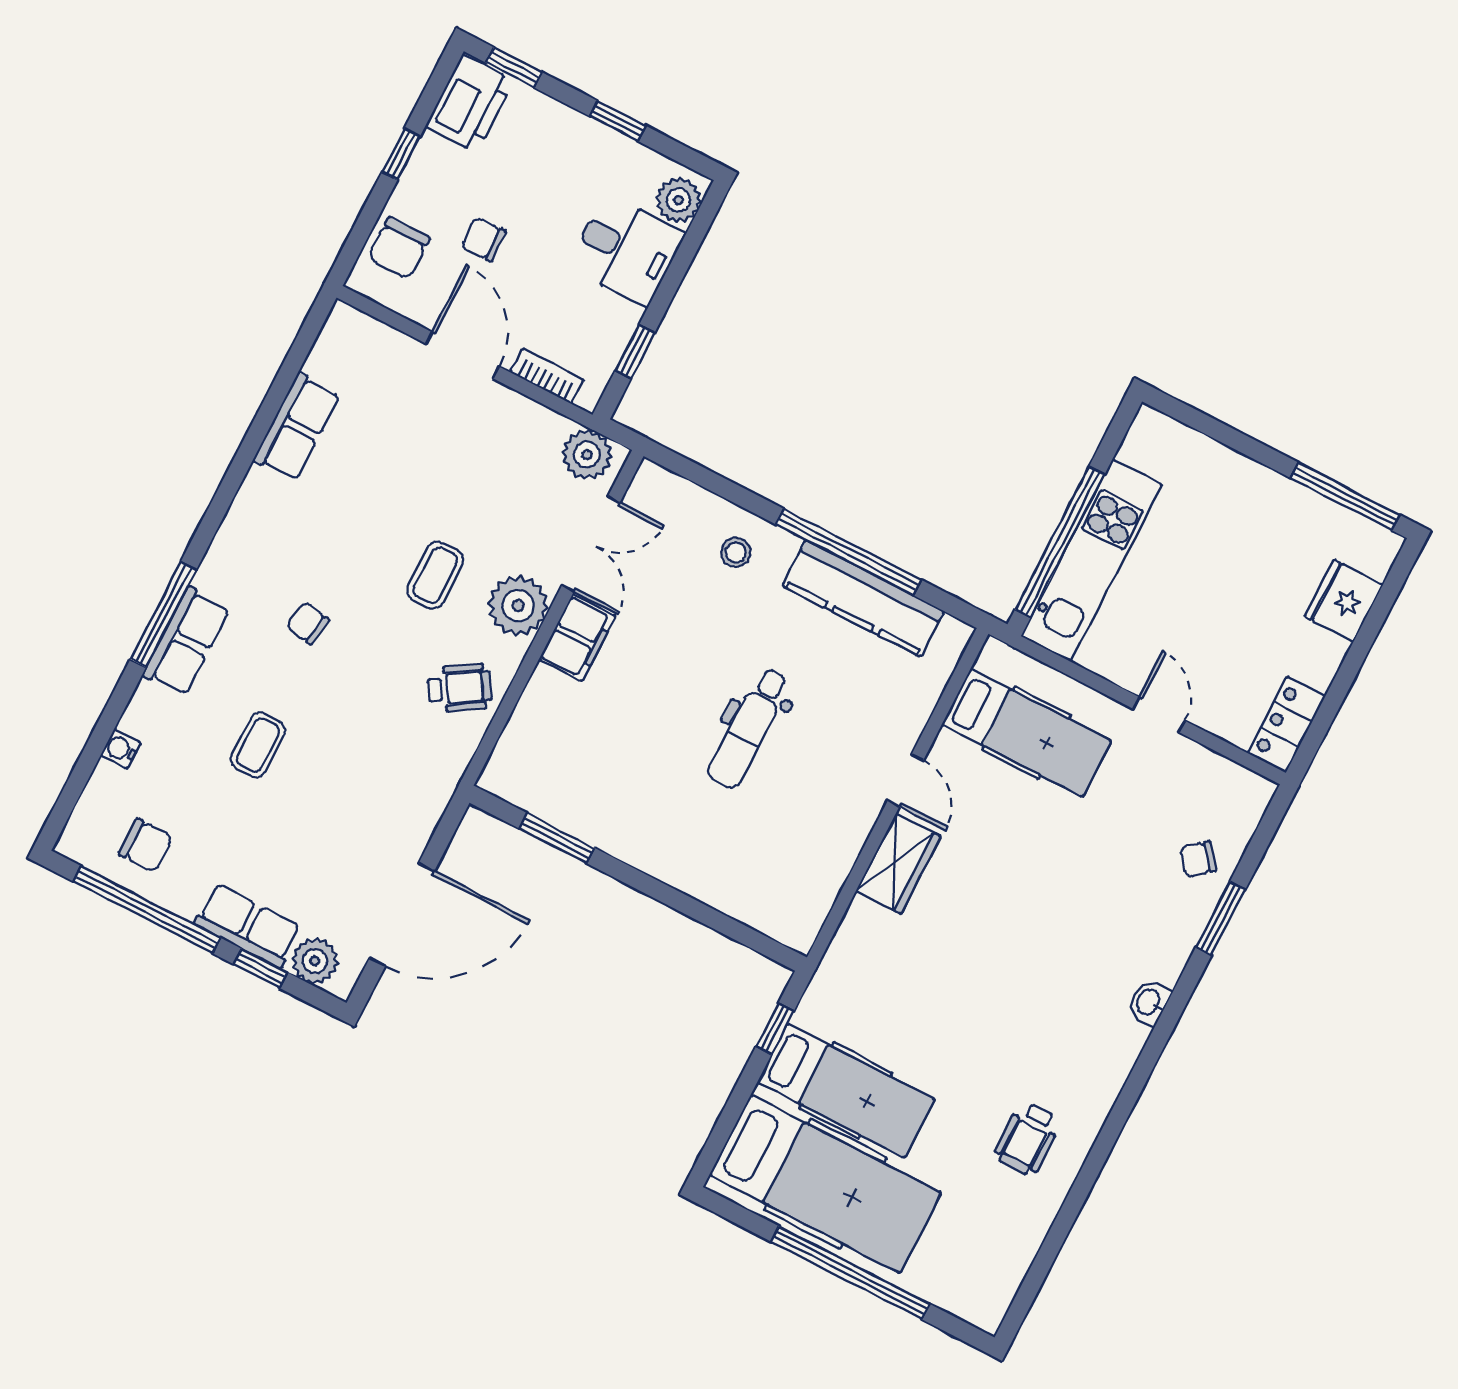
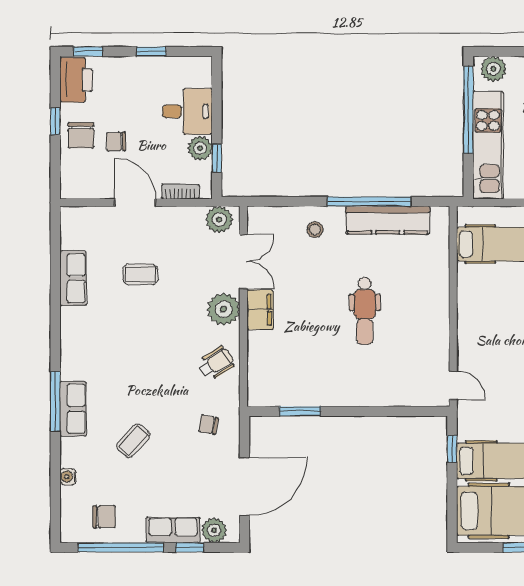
plant: (678, 200) -> (200, 148), moved
chair: (399, 248) -> (81, 135), moved
plant: (1165, 440) -> (493, 69), added
window: (1060, 542) -> (468, 110), moved
coffee table: (435, 575) -> (140, 274), moved, turned 90
chair: (308, 623) -> (208, 425), moved
coffee table: (258, 745) -> (133, 441), turned 42
door: (905, 780) -> (453, 385), moved
wardrobe: (898, 864) -> (470, 339), removed

